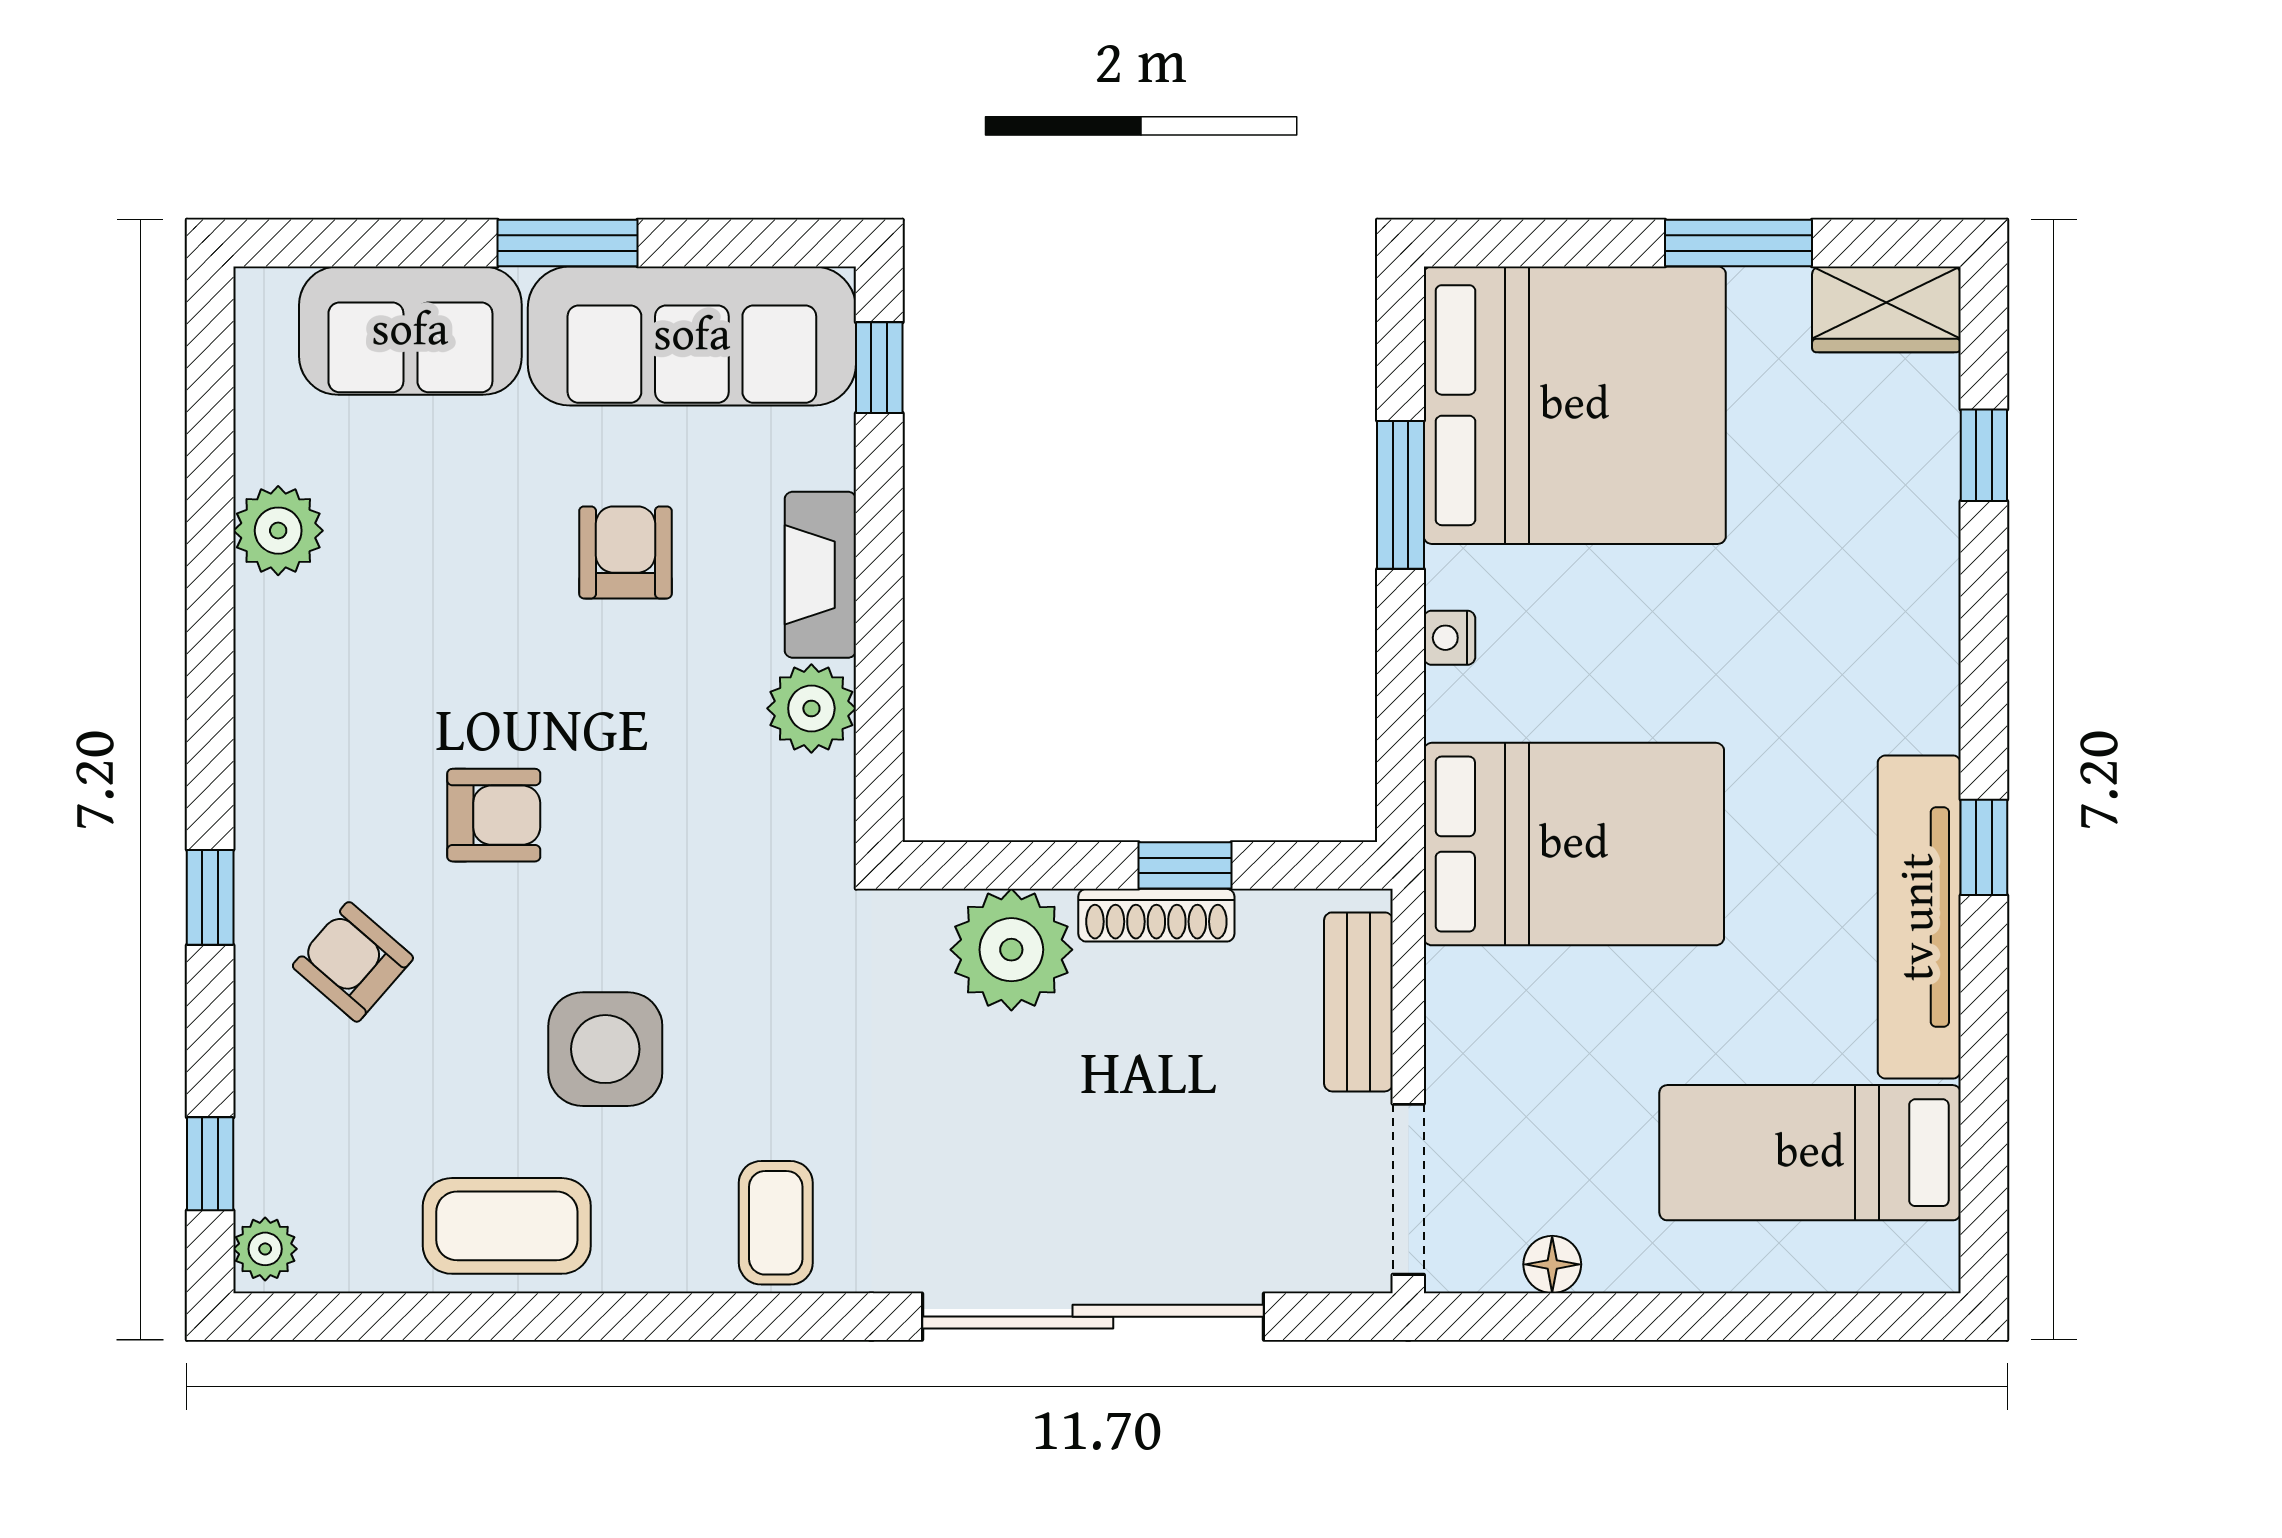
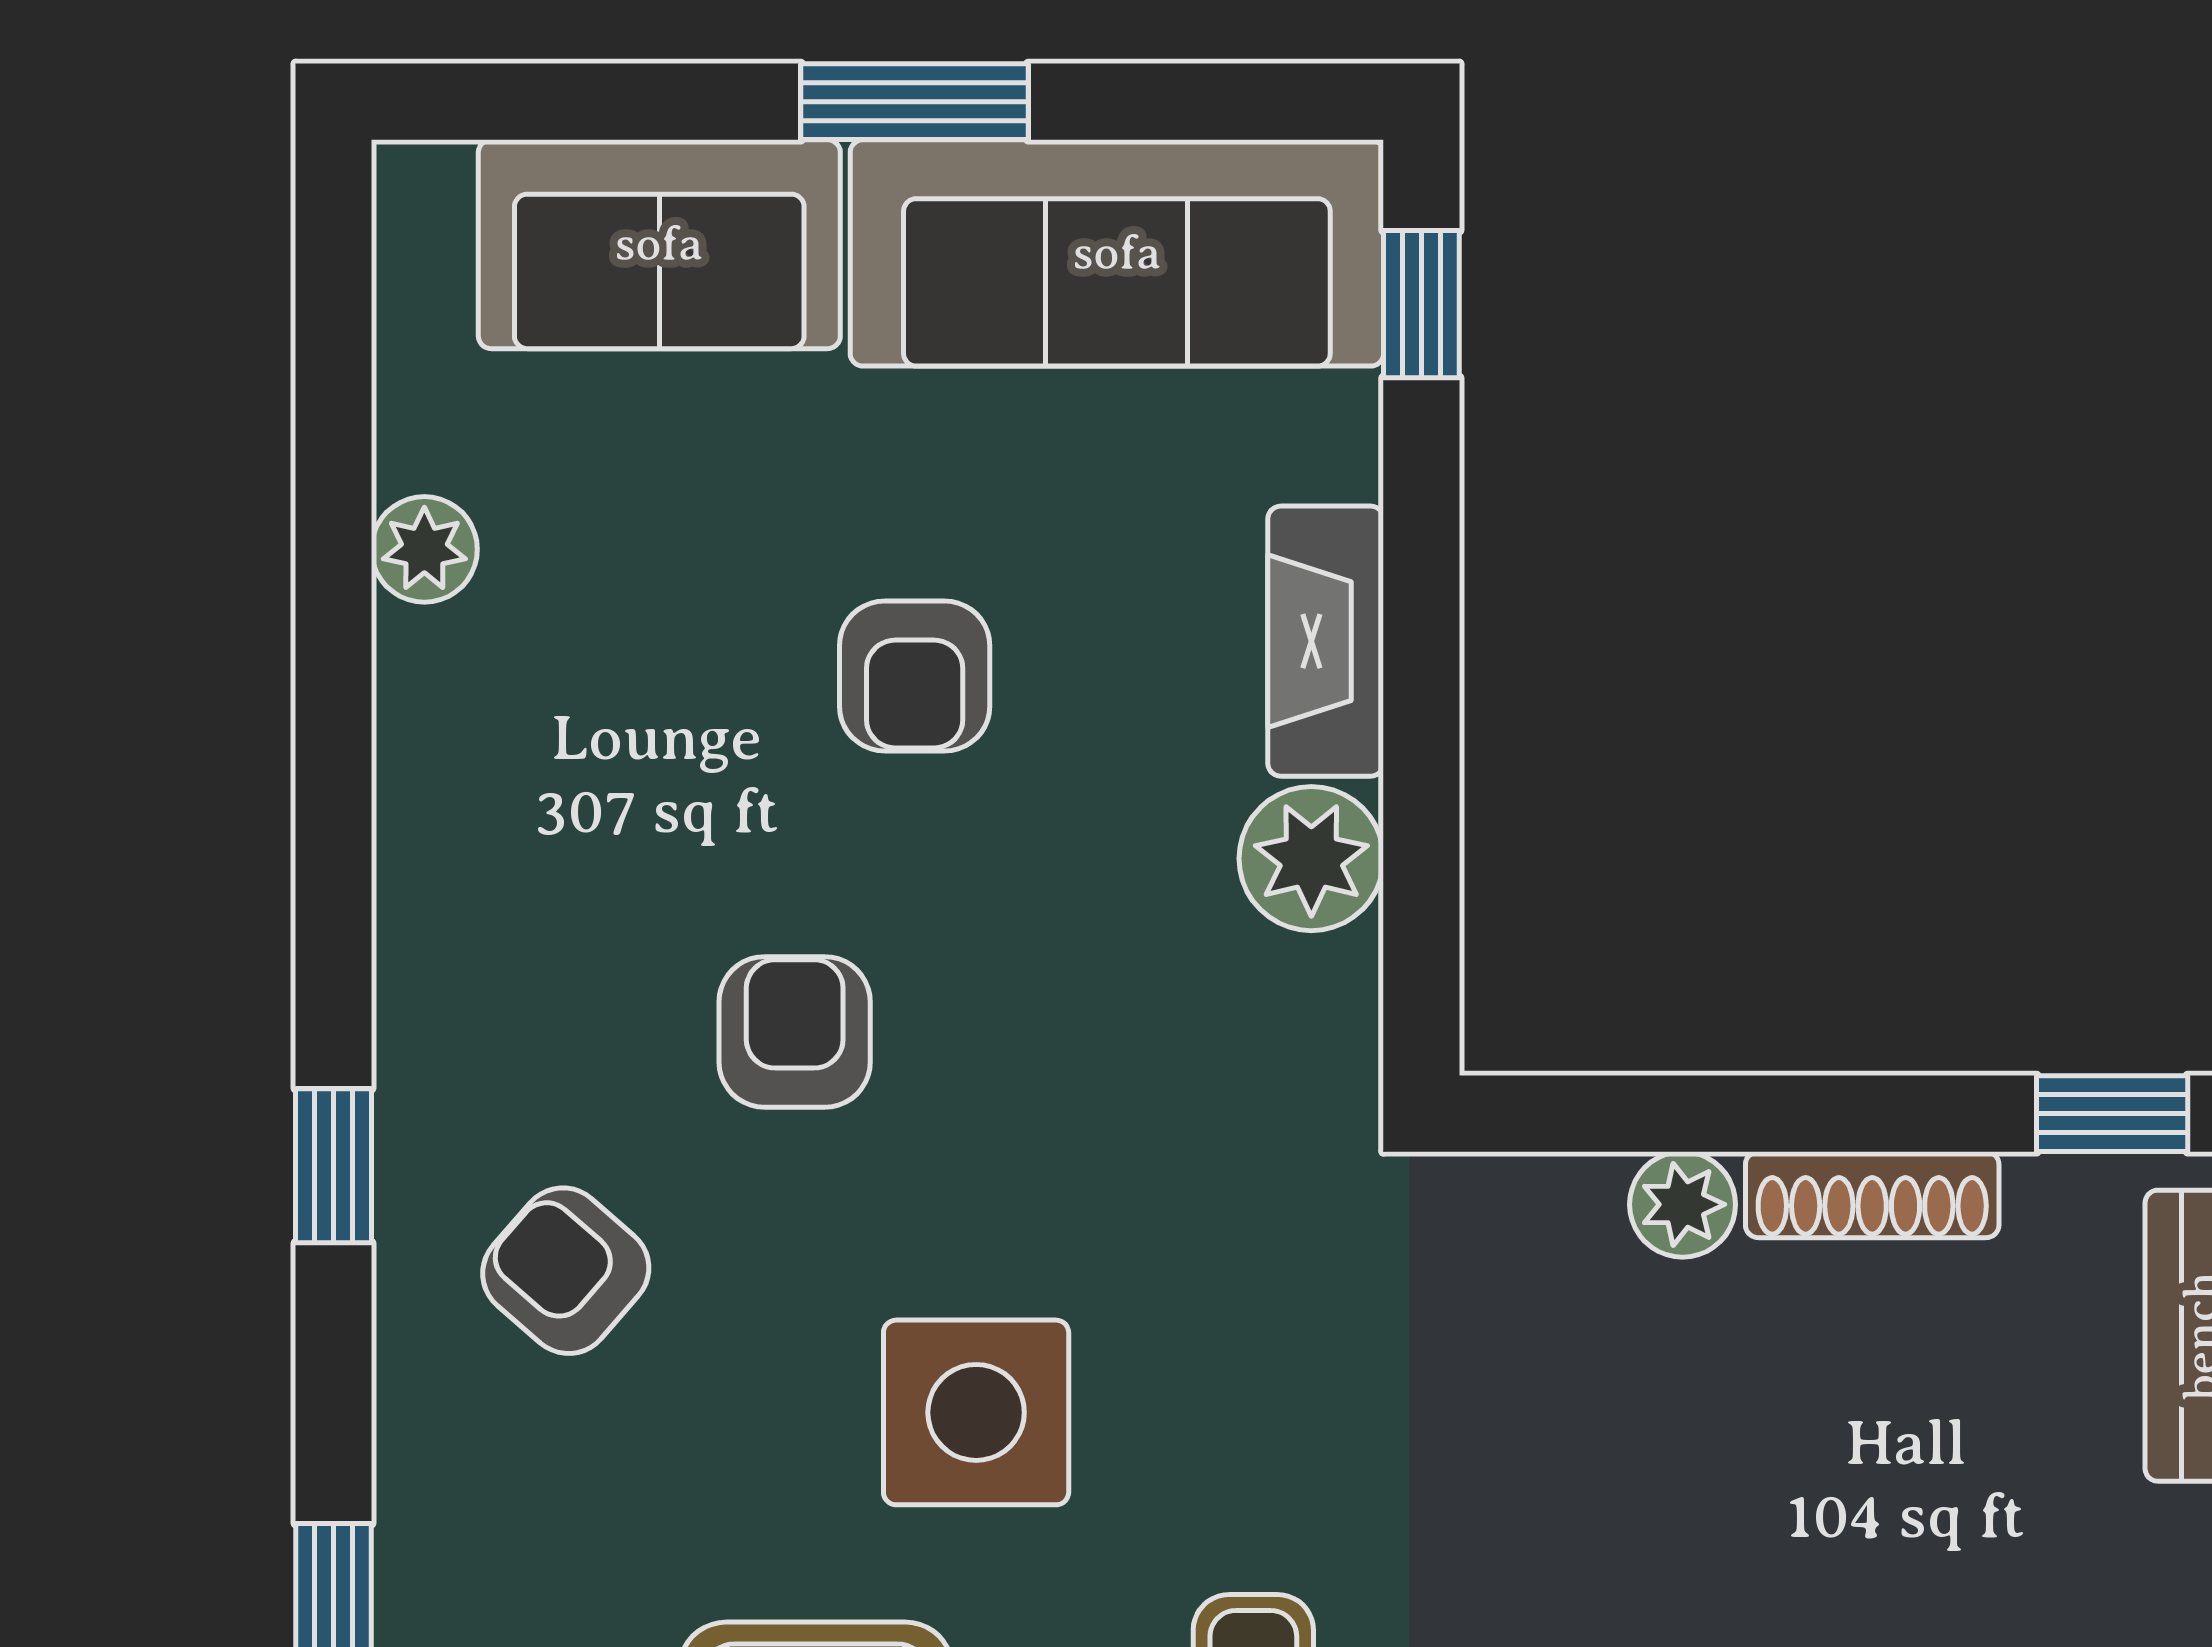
plant: (278, 531) -> (424, 549), width x0.73, depth x0.73
armchair: (625, 552) -> (915, 676), moved, turned 180
armchair: (494, 815) -> (795, 1032), turned -90
window: (1185, 865) -> (2112, 1114), moved
plant: (1011, 950) -> (1683, 1204), width x0.53, depth x0.53

